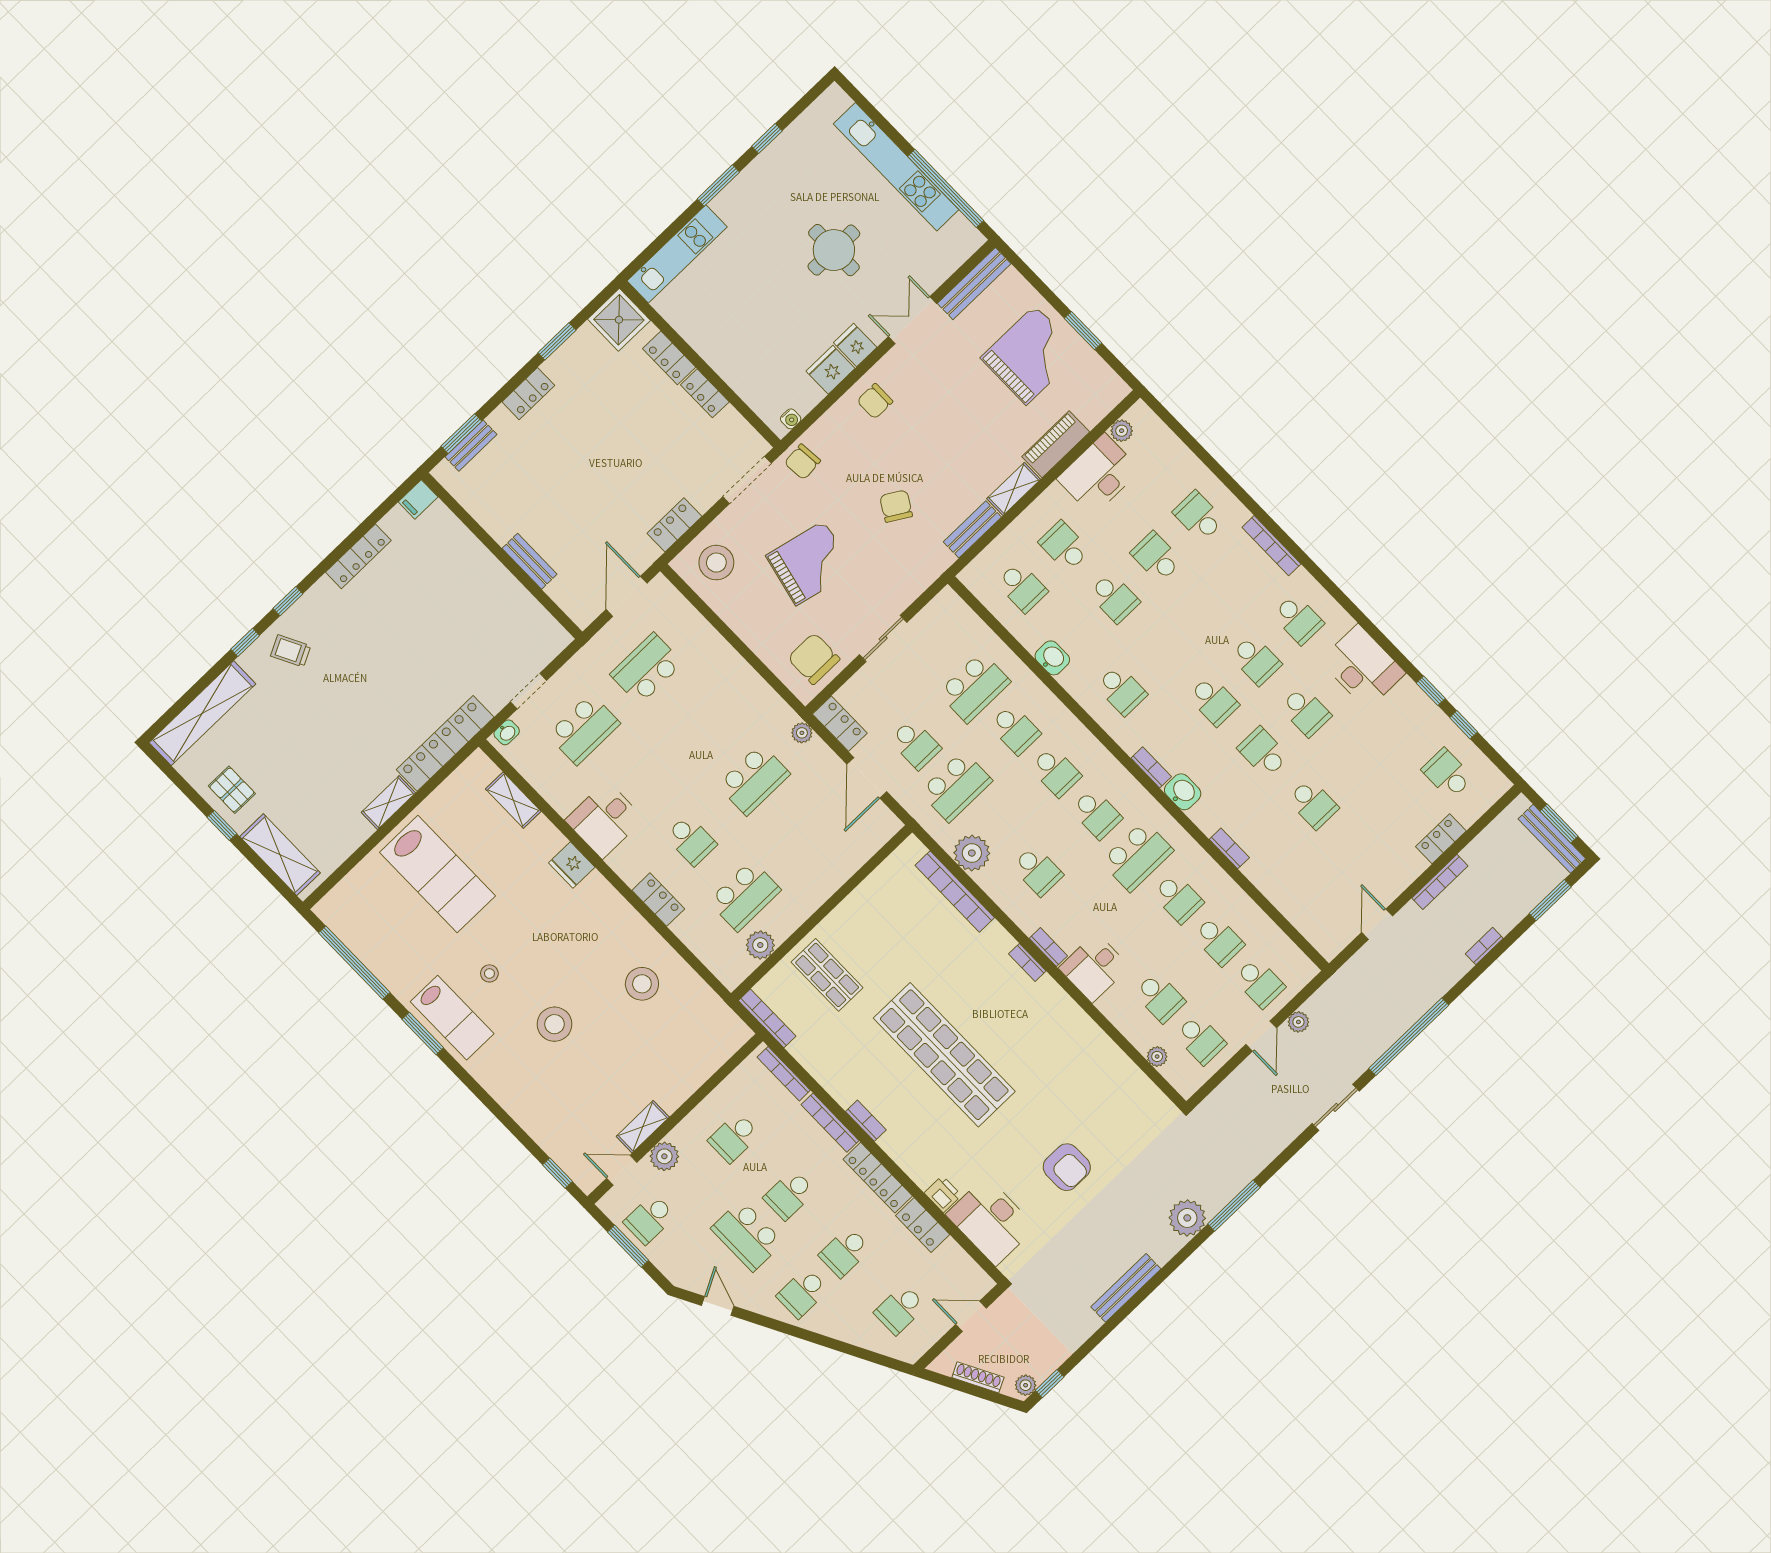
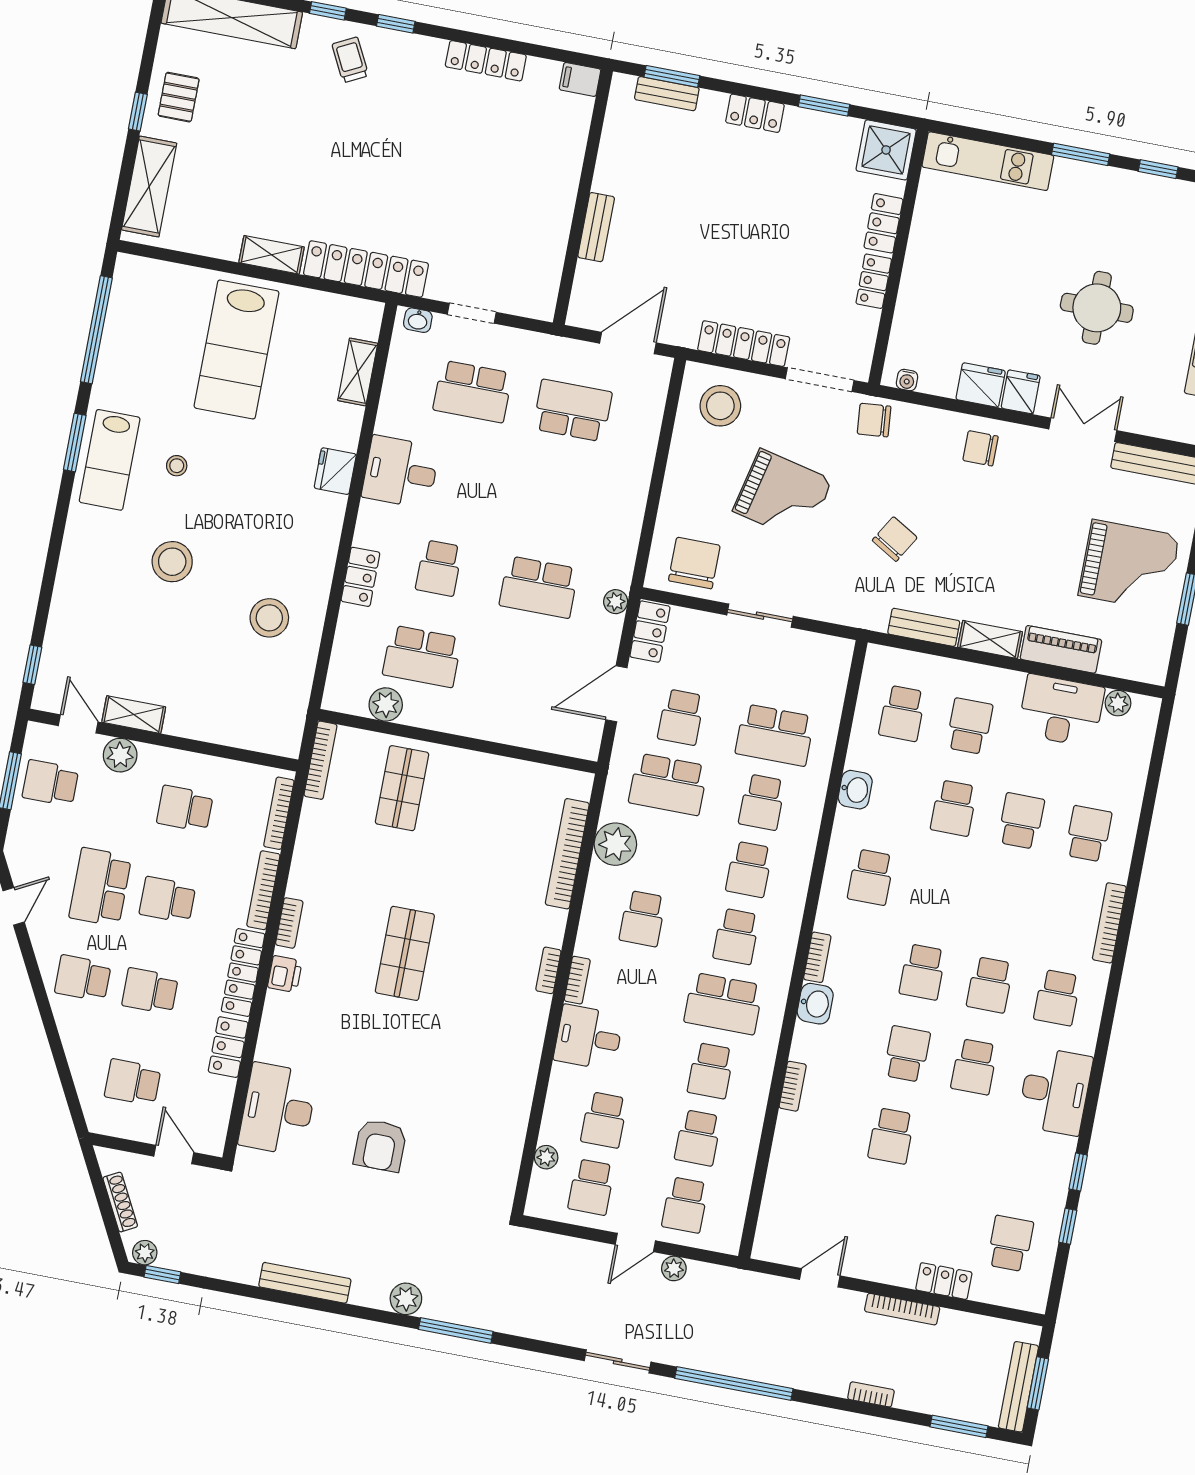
locker: (675, 525) -> (744, 344), width x1.53
shop shelf: (944, 1055) -> (405, 953), width x0.50, depth x0.74
printer: (943, 1194) -> (285, 974), moved
plant: (1187, 1218) -> (406, 1299), width x0.73, depth x0.73

